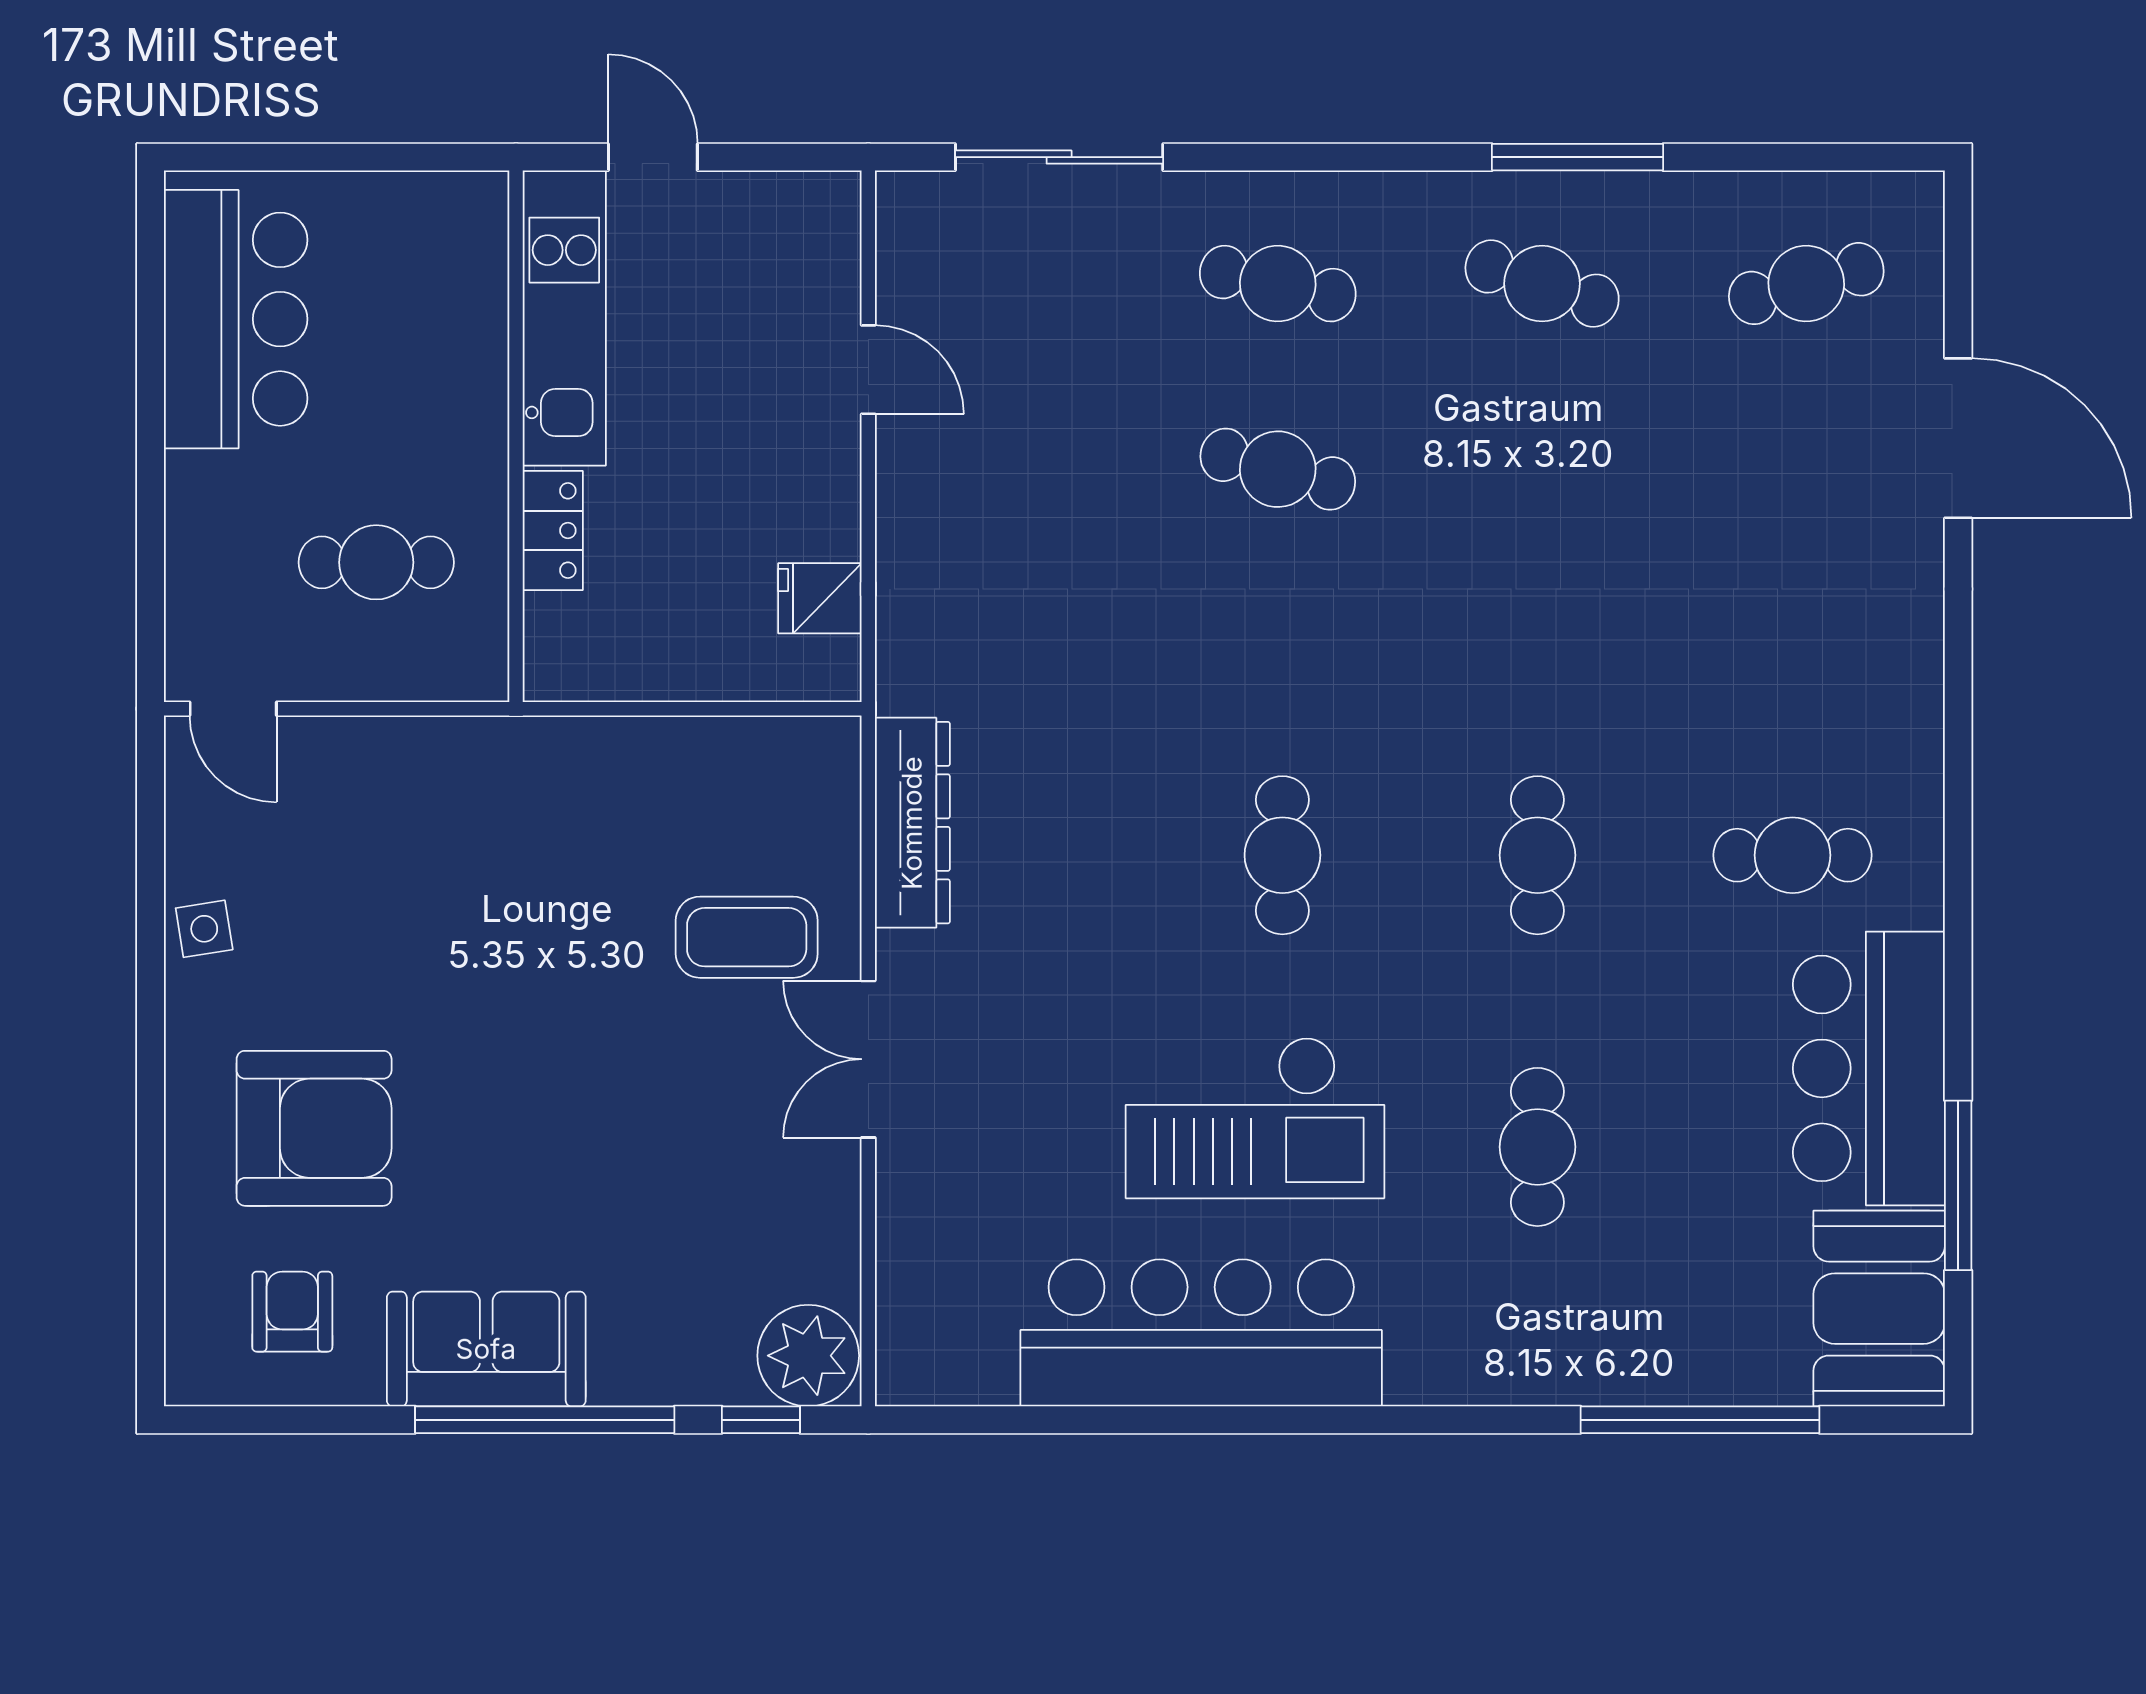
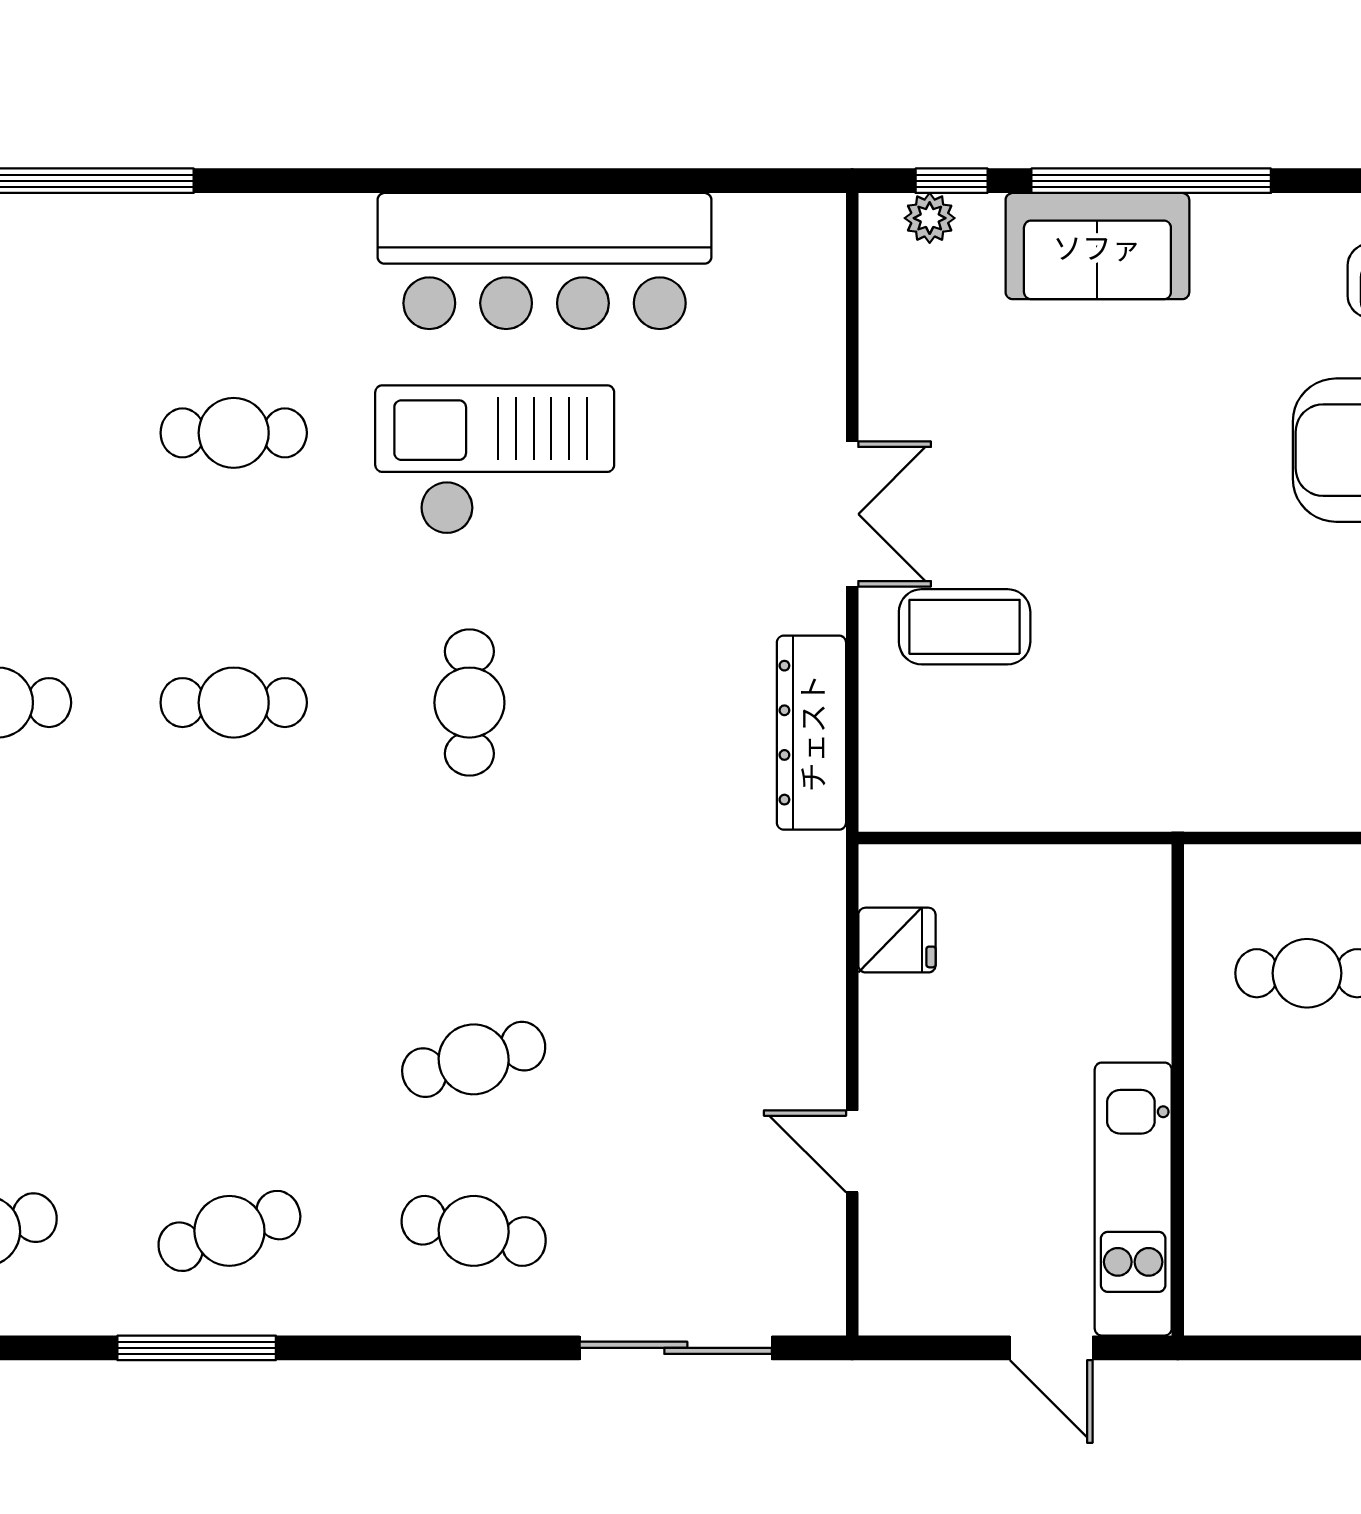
cafe table: (1542, 284) -> (229, 1231), turned -36
cafe table: (1278, 469) -> (474, 1059), turned -30
locker: (553, 531) -> (1144, 1003), removed
cafe table: (1537, 855) -> (234, 703), turned 90
cafe table: (1537, 1147) -> (234, 433), turned 90
sofa: (486, 1349) -> (1097, 246), moved
plant: (808, 1356) -> (930, 218), width x0.53, depth x0.53

